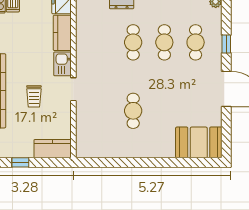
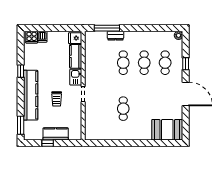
kitchen counter: (53, 149) -> (56, 134), moved

